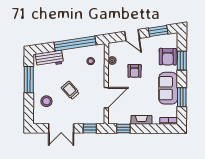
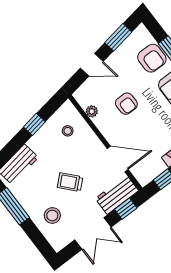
window: (75, 43) -> (34, 124), width x0.32
door: (106, 98) -> (118, 159), hinge flipped
workbench: (91, 117) -> (117, 195), added

